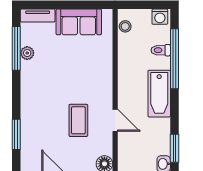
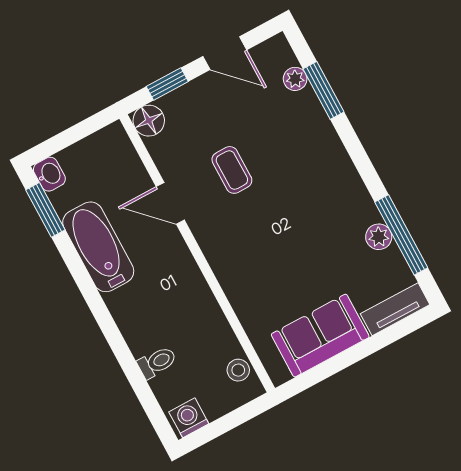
window: (174, 59) -> (126, 360), removed
bathtub: (159, 94) -> (98, 247), moved
coffee table: (78, 120) -> (232, 170), width x0.73, depth x0.77
plant: (27, 147) -> (295, 79), added

